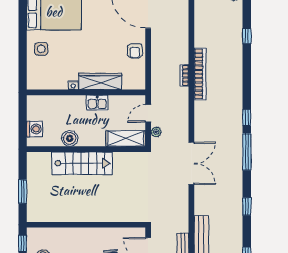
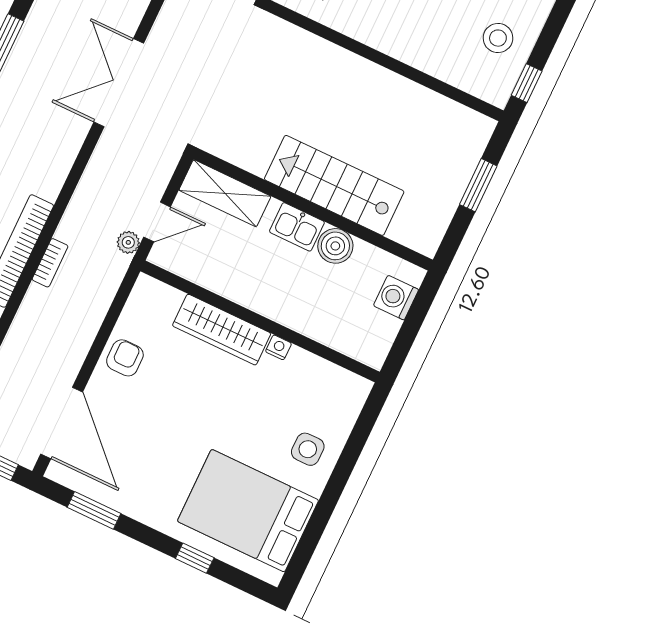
kitchen sink: (97, 103) -> (297, 227), moved, turned 180
plant: (156, 132) -> (128, 242), moved

